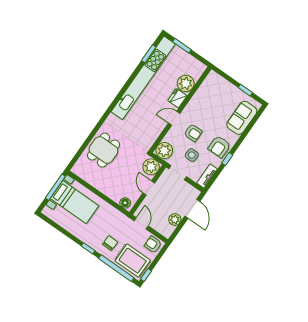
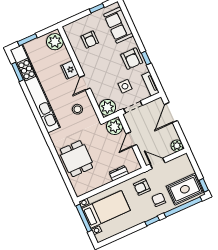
plant: (186, 83) -> (55, 42), moved
stool: (147, 125) -> (77, 109), added
armchair: (193, 133) -> (90, 40), moved, turned 90
door: (149, 188) -> (131, 139), hinge flipped
dresser: (113, 194) -> (119, 173), added
floor lamp: (125, 203) -> (132, 167), removed
door: (192, 209) -> (171, 113), swing flipped
plant: (175, 220) -> (177, 146), moved
armchair: (153, 245) -> (142, 187), moved

